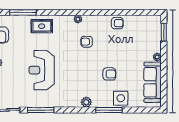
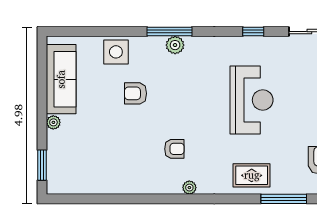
armchair: (117, 23) -> (122, 181), removed
window: (41, 110) -> (253, 32), width x0.46
window: (109, 110) -> (169, 32), moved

